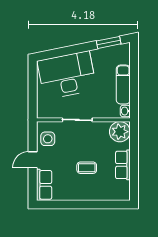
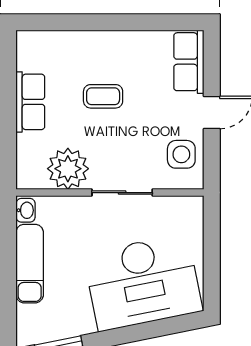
plant: (120, 132) -> (68, 169), moved

